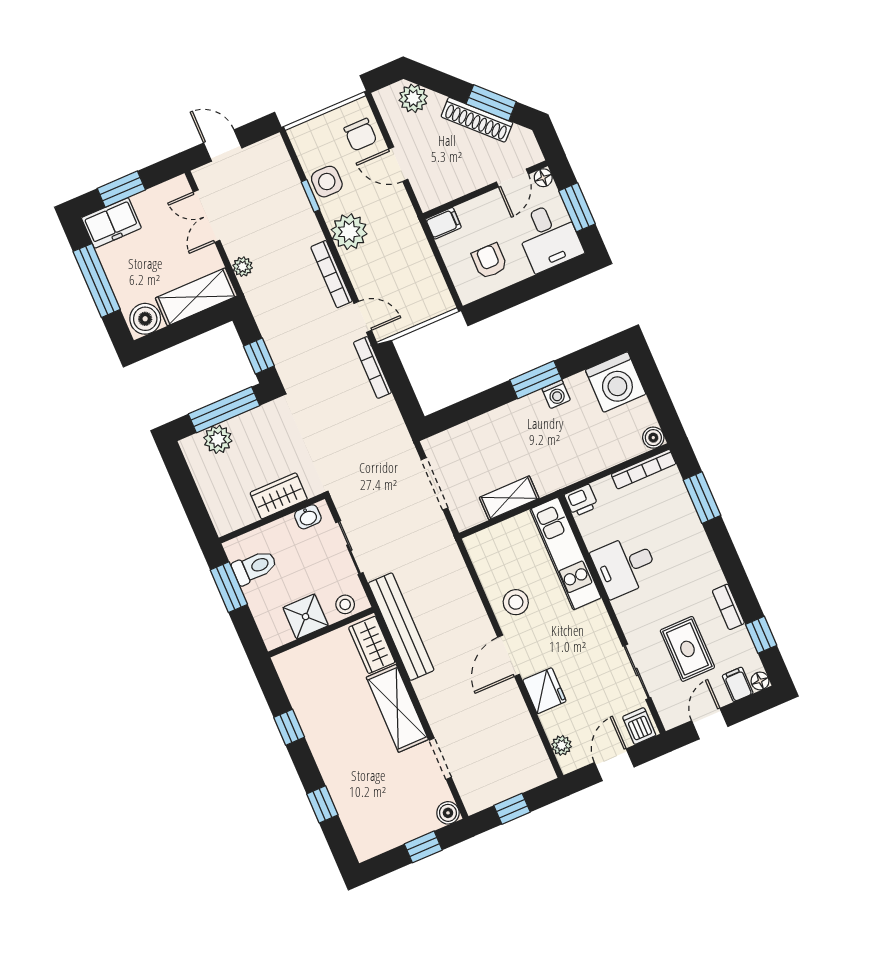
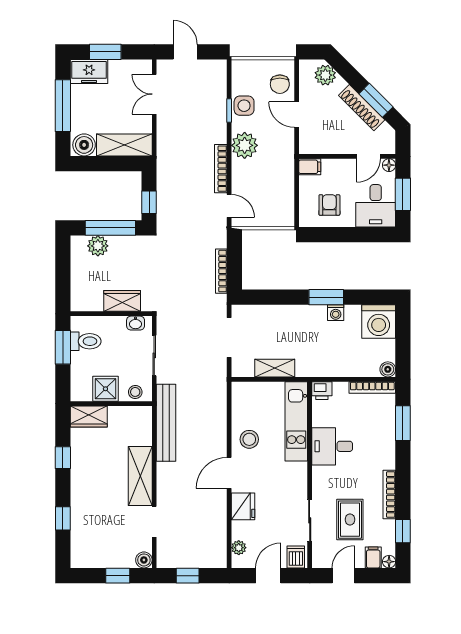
plant: (243, 267) -> (164, 138), removed
bookcase: (372, 367) -> (221, 271), moved
bookcase: (728, 607) -> (389, 495), width x1.56
wardrobe: (372, 645) -> (89, 417), moved, turned -90

